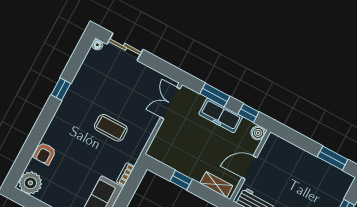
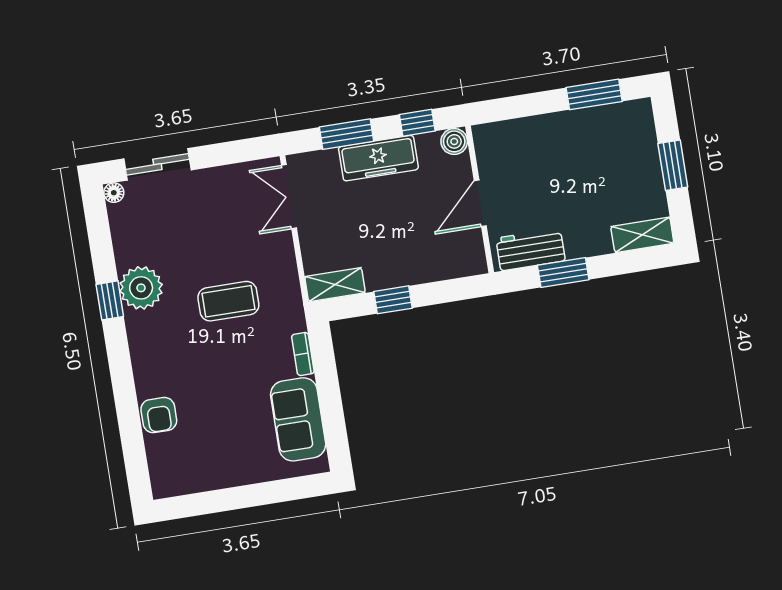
plant: (30, 183) -> (141, 288), moved
shelving: (216, 185) -> (335, 285), moved

